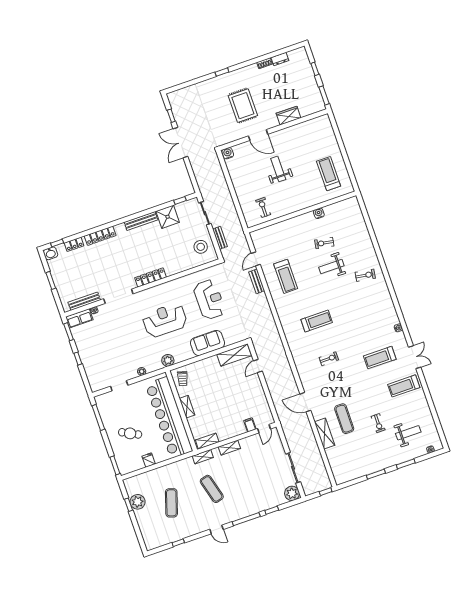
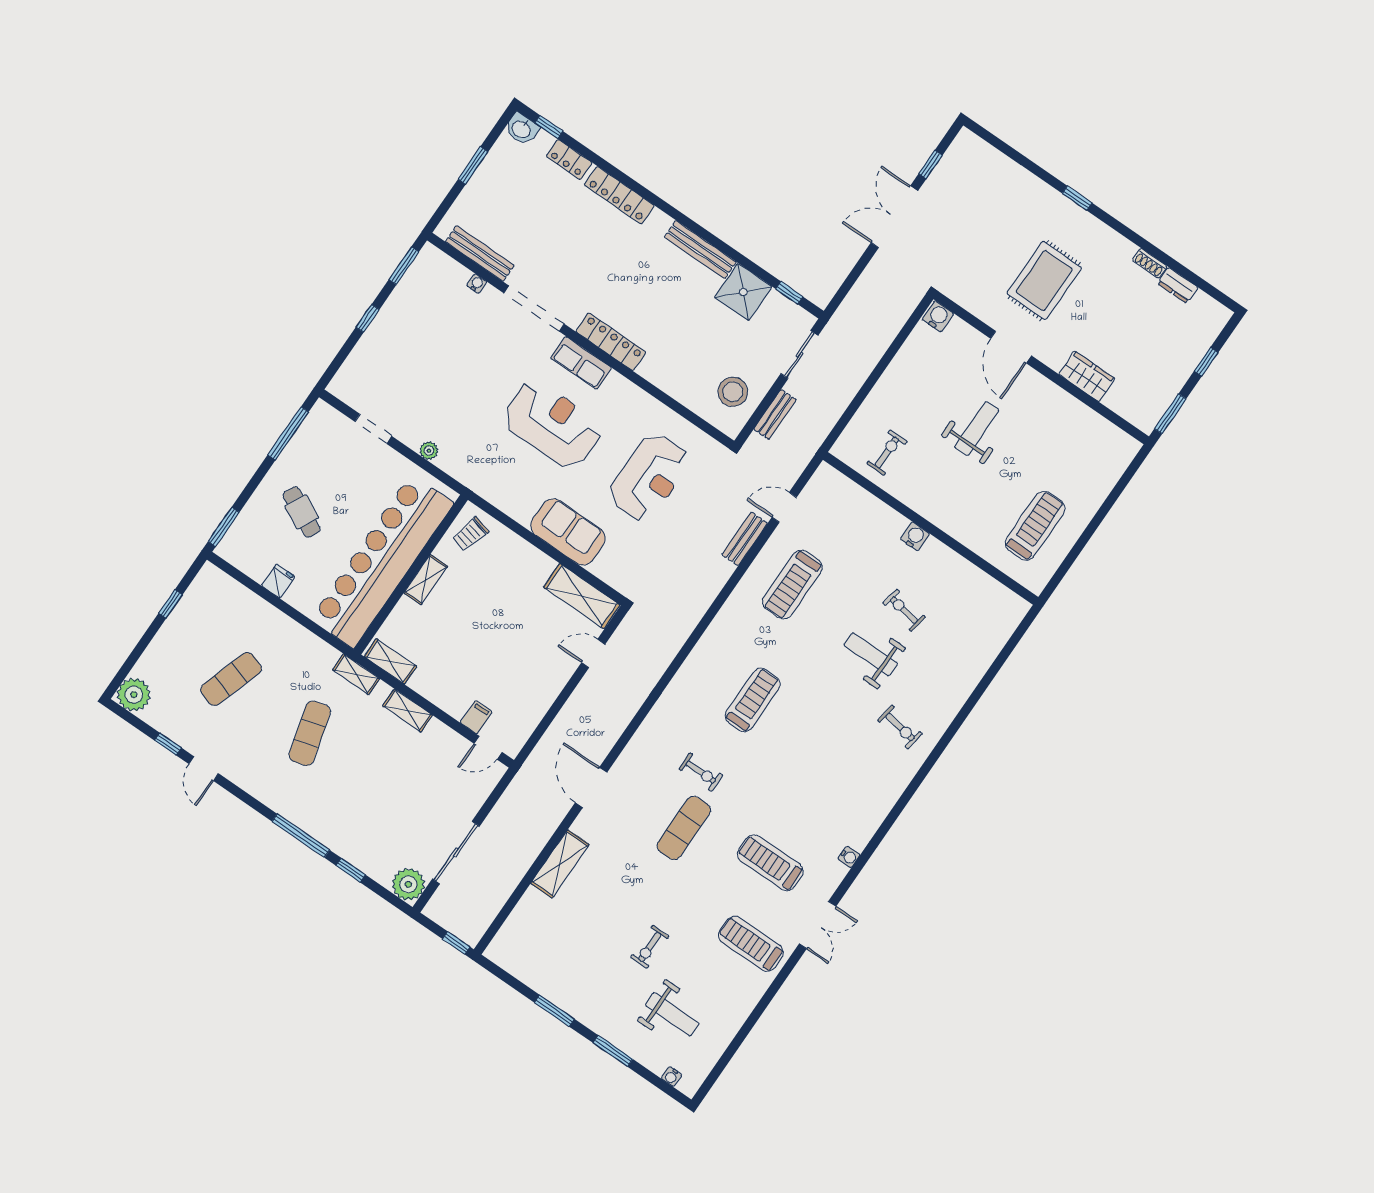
water cooler: (319, 213) -> (915, 536), moved
row of seats: (79, 318) -> (581, 363), moved
treadmill: (317, 321) -> (753, 700), turned -90
plant: (168, 360) -> (484, 483), removed
exercise mat: (344, 419) -> (684, 828), moved
plant: (138, 502) -> (134, 695), moved
door: (217, 529) -> (204, 769), moved

